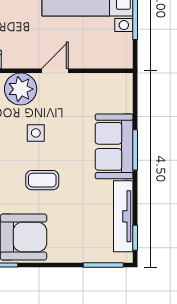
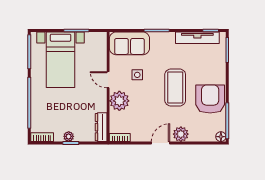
side table: (36, 133) -> (137, 75), moved
sofa: (114, 146) -> (129, 43), moved
coffee table: (42, 180) -> (175, 87), width x1.86, depth x1.72

